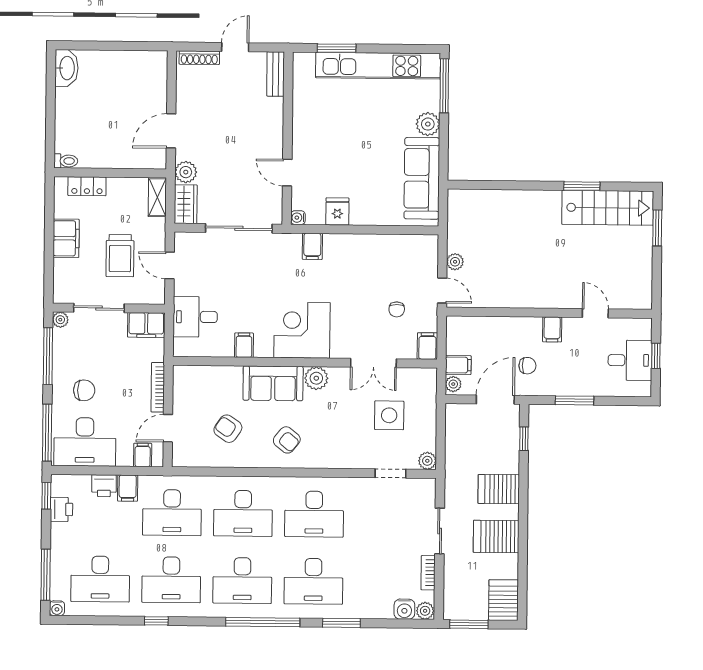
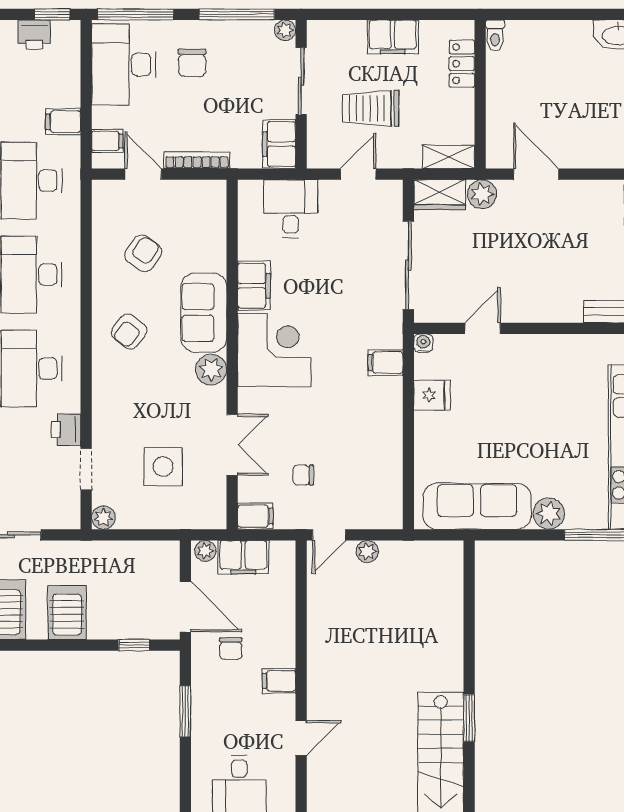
filing cabinet: (244, 345) -> (254, 286), width x2.00
double door: (373, 363) -> (232, 445), swing flipped
filing cabinet: (458, 365) -> (243, 557), width x2.00
printer: (104, 486) -> (66, 430), moved

